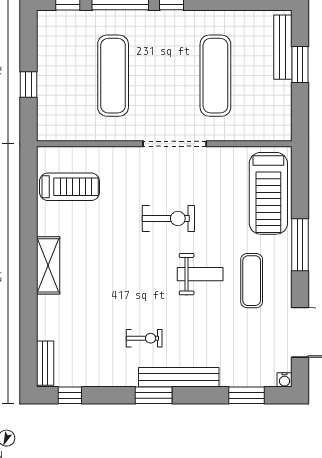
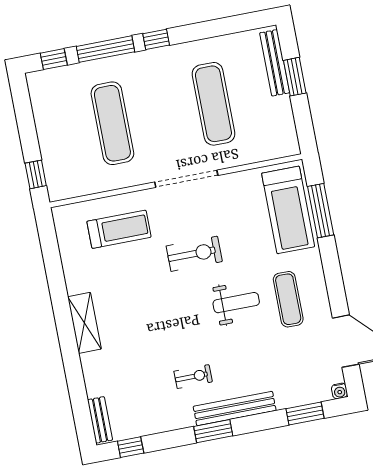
window: (28, 84) -> (36, 174), moved
treadmill: (69, 187) -> (119, 229), moved
window: (300, 245) -> (321, 211), moved

